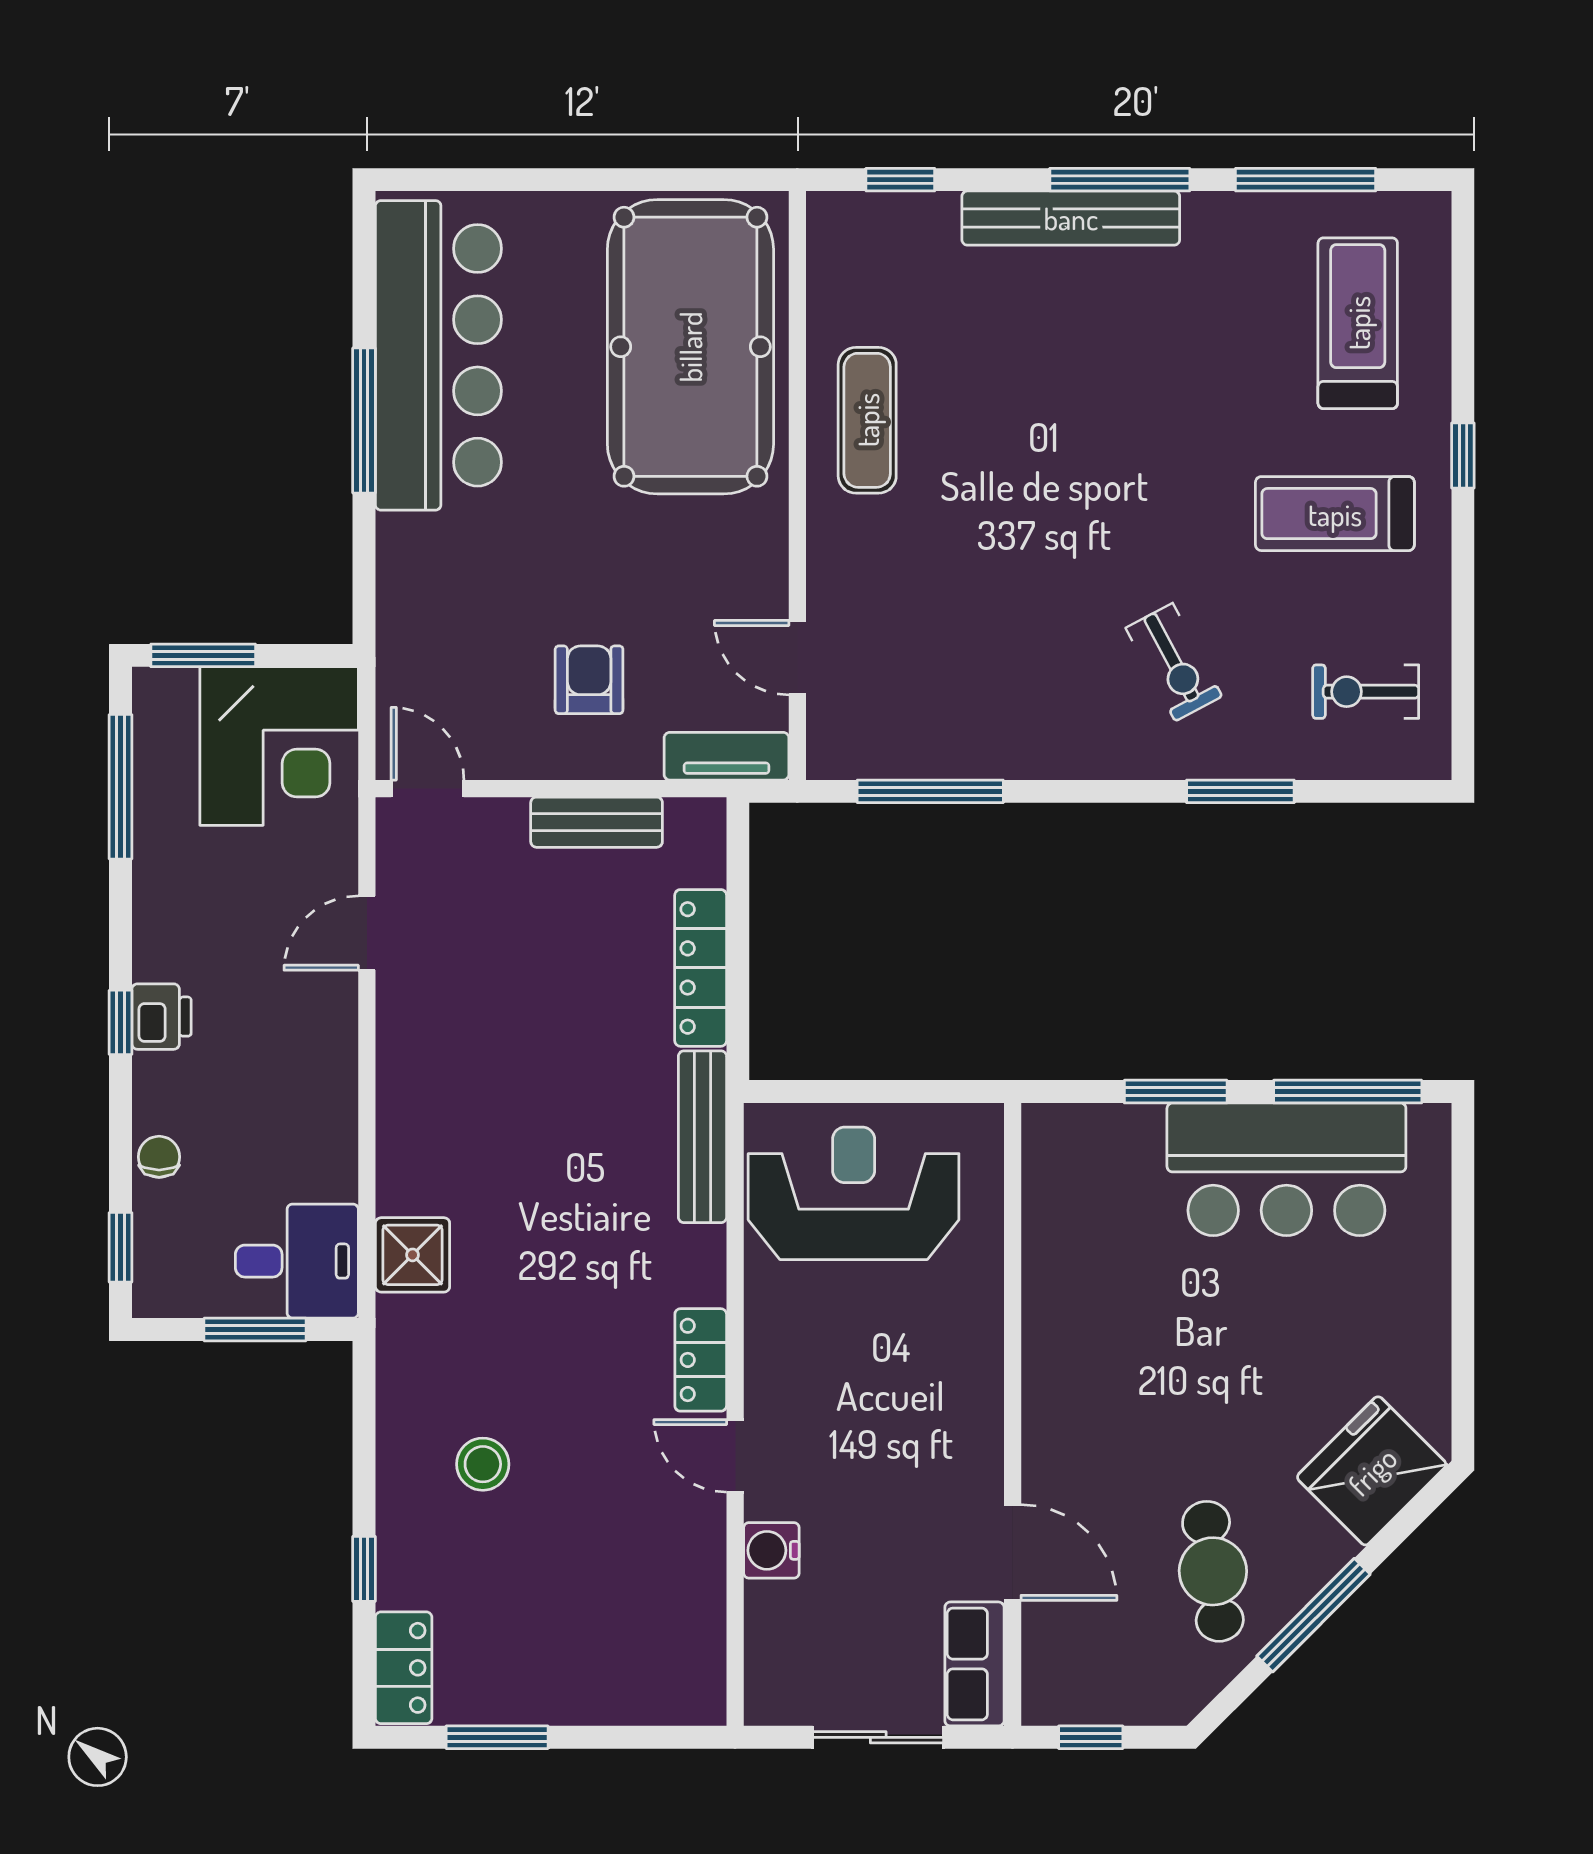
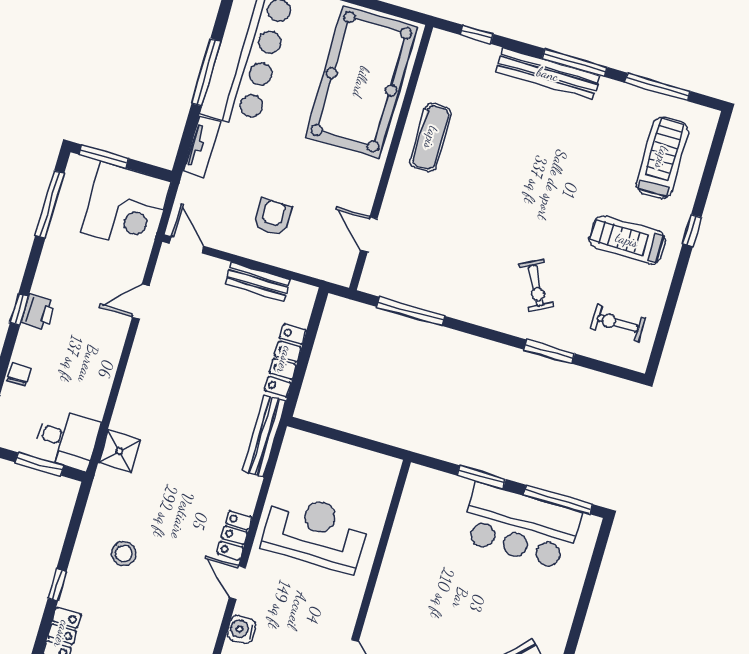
tv unit: (726, 756) -> (201, 147), moved, turned 90
reception desk: (854, 1193) -> (315, 532), moved

